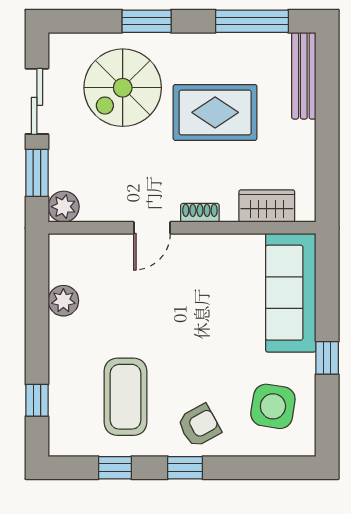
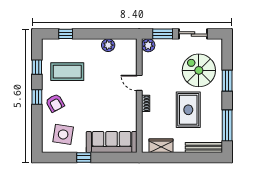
wardrobe: (267, 206) -> (161, 146), moved, turned -90

